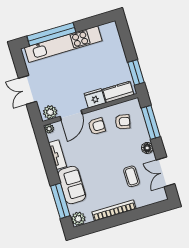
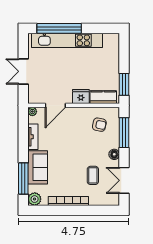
plant: (50, 112) -> (38, 97), removed
armchair: (97, 126) -> (75, 122), removed

